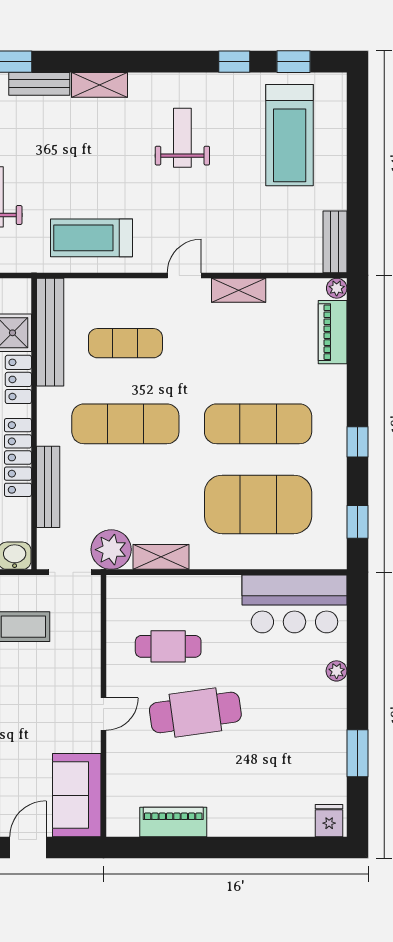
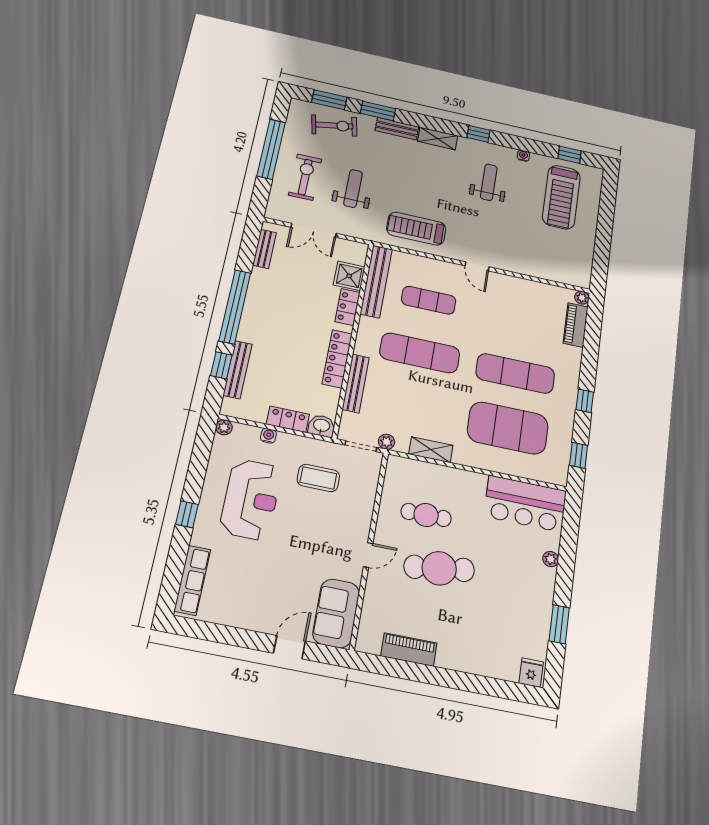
window: (234, 62) -> (479, 134), moved
water cooler: (226, 81) -> (523, 156), added
bench: (335, 242) -> (584, 269), removed
door: (184, 275) -> (477, 266), swing flipped
shelving: (239, 290) -> (514, 284), removed
plant: (111, 550) -> (387, 442), width x0.53, depth x0.53

